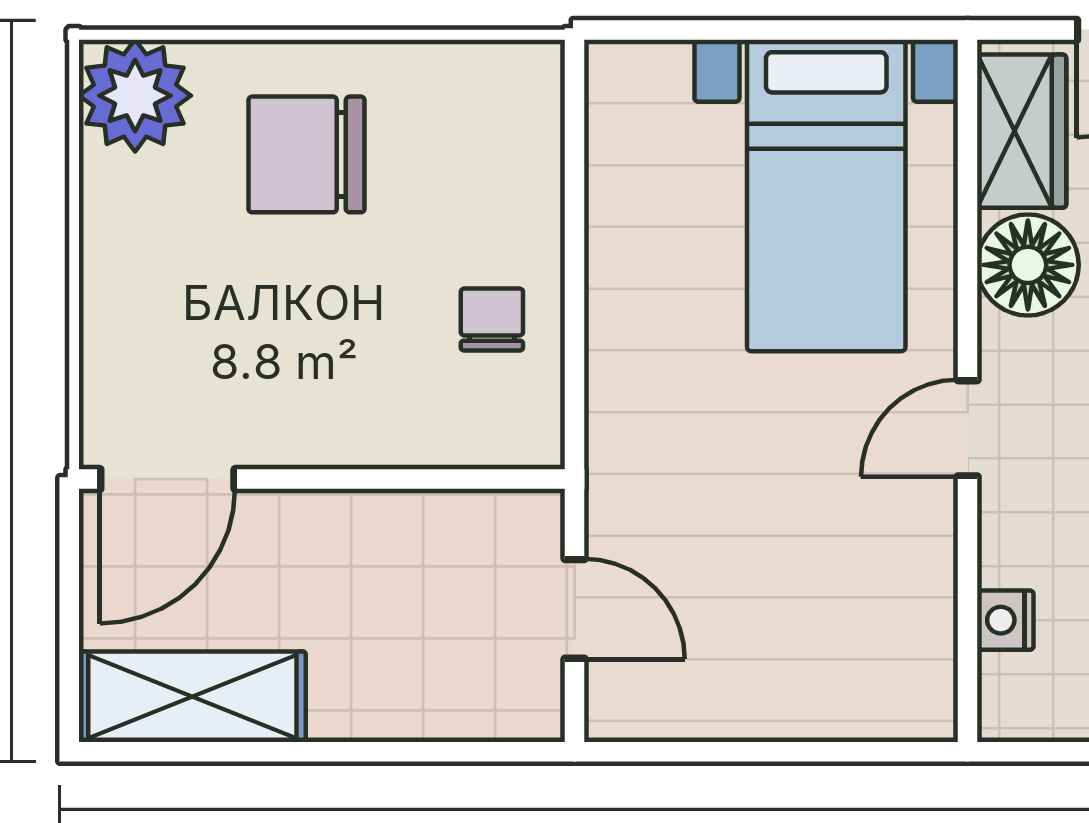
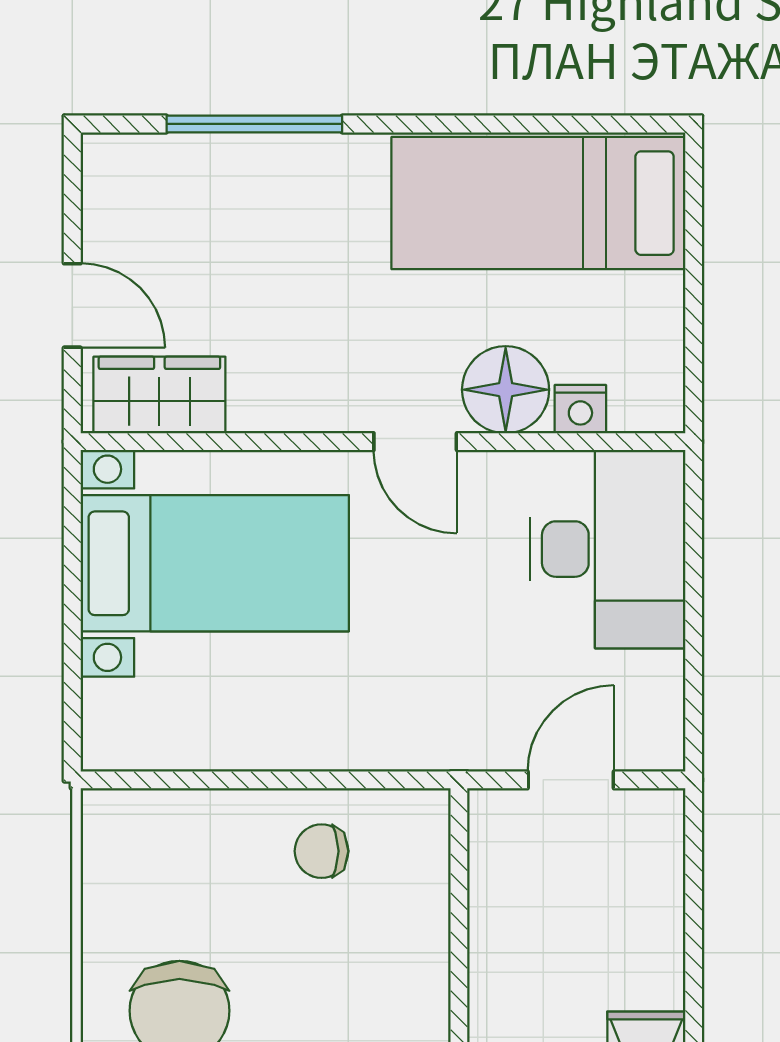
floor lamp: (1028, 265) -> (506, 390), moved
desk: (843, 652) -> (607, 549), added

